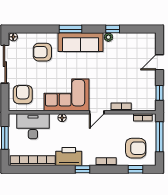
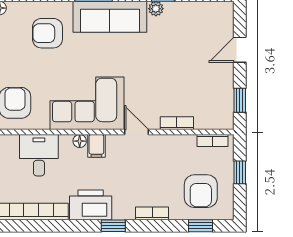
door: (97, 112) -> (137, 132), swing flipped
filing cabinet: (72, 121) -> (96, 146), added
desk: (33, 126) -> (39, 155), width x0.73
window: (159, 137) -> (240, 172), width x0.46
armchair: (136, 148) -> (201, 191), turned 90

